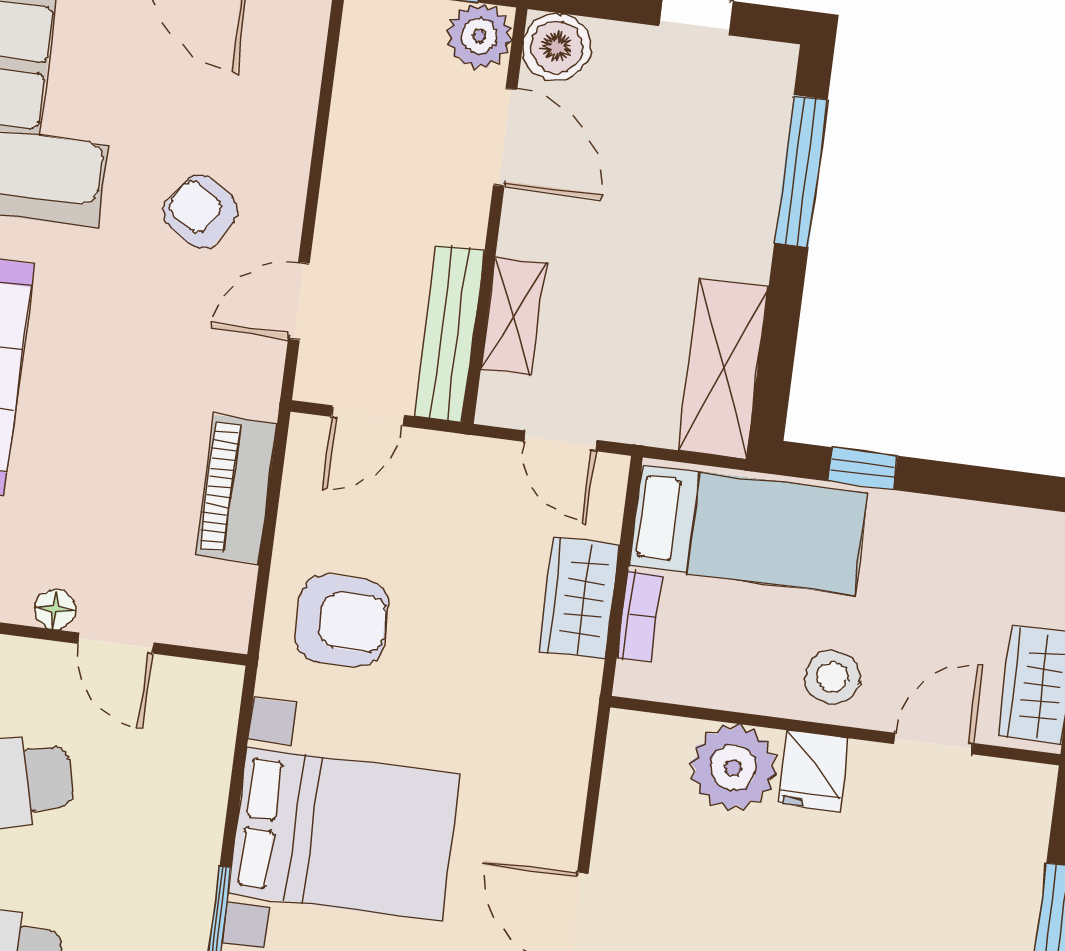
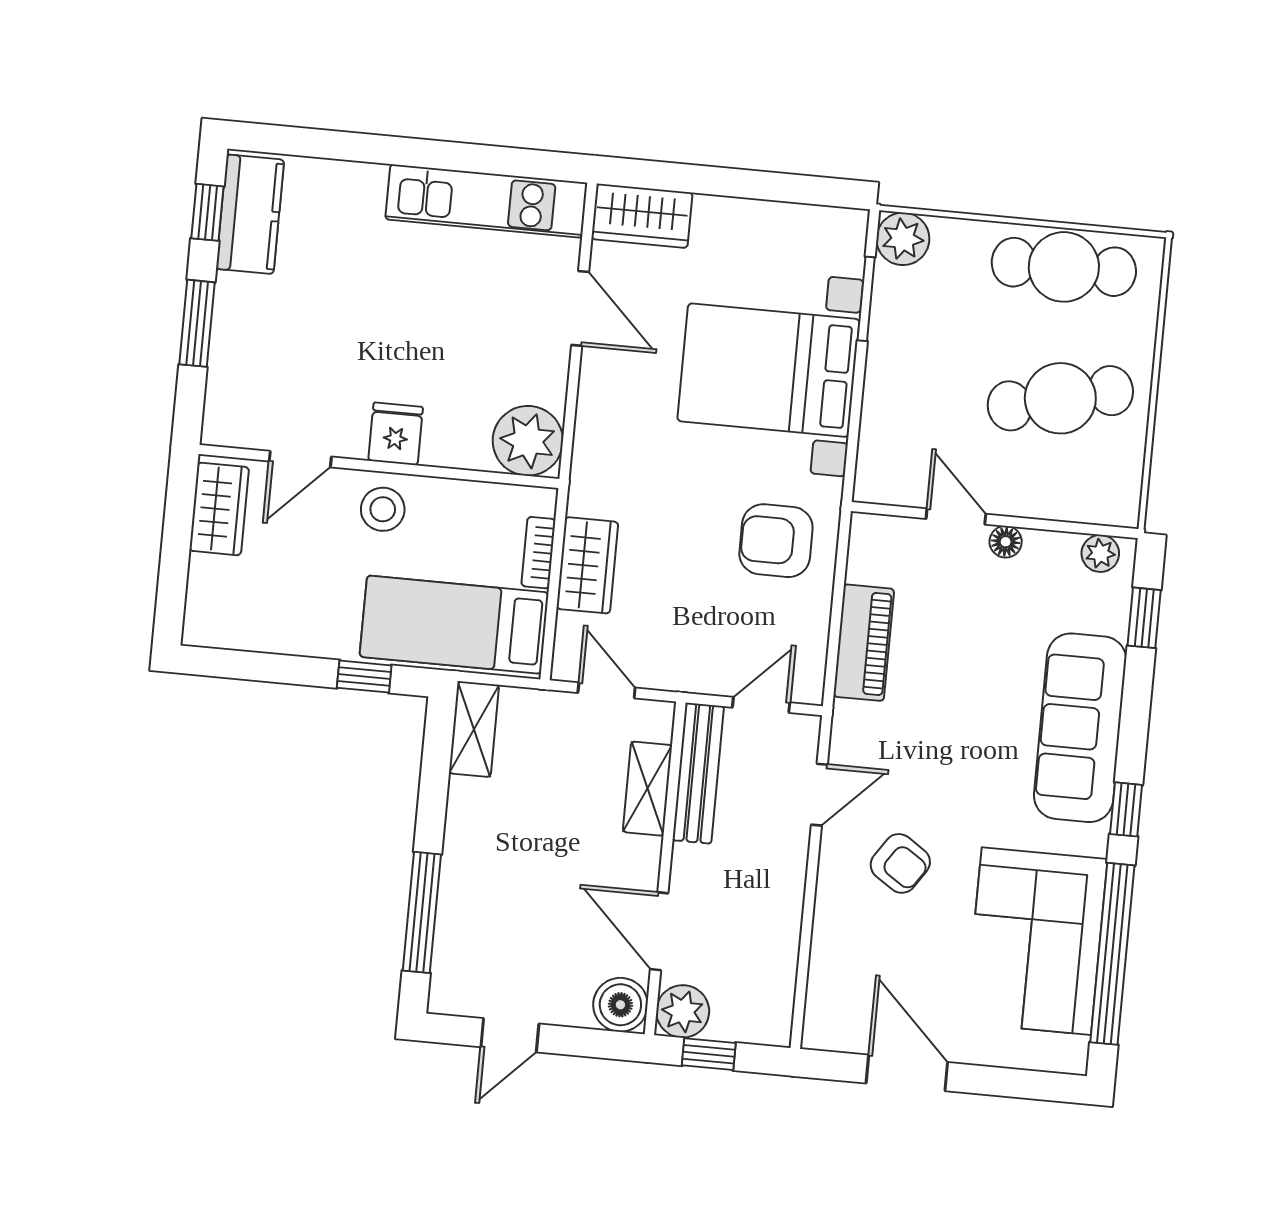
shelving: (723, 368) -> (474, 729), width x0.67, depth x0.75
plant: (733, 767) -> (528, 441), moved

